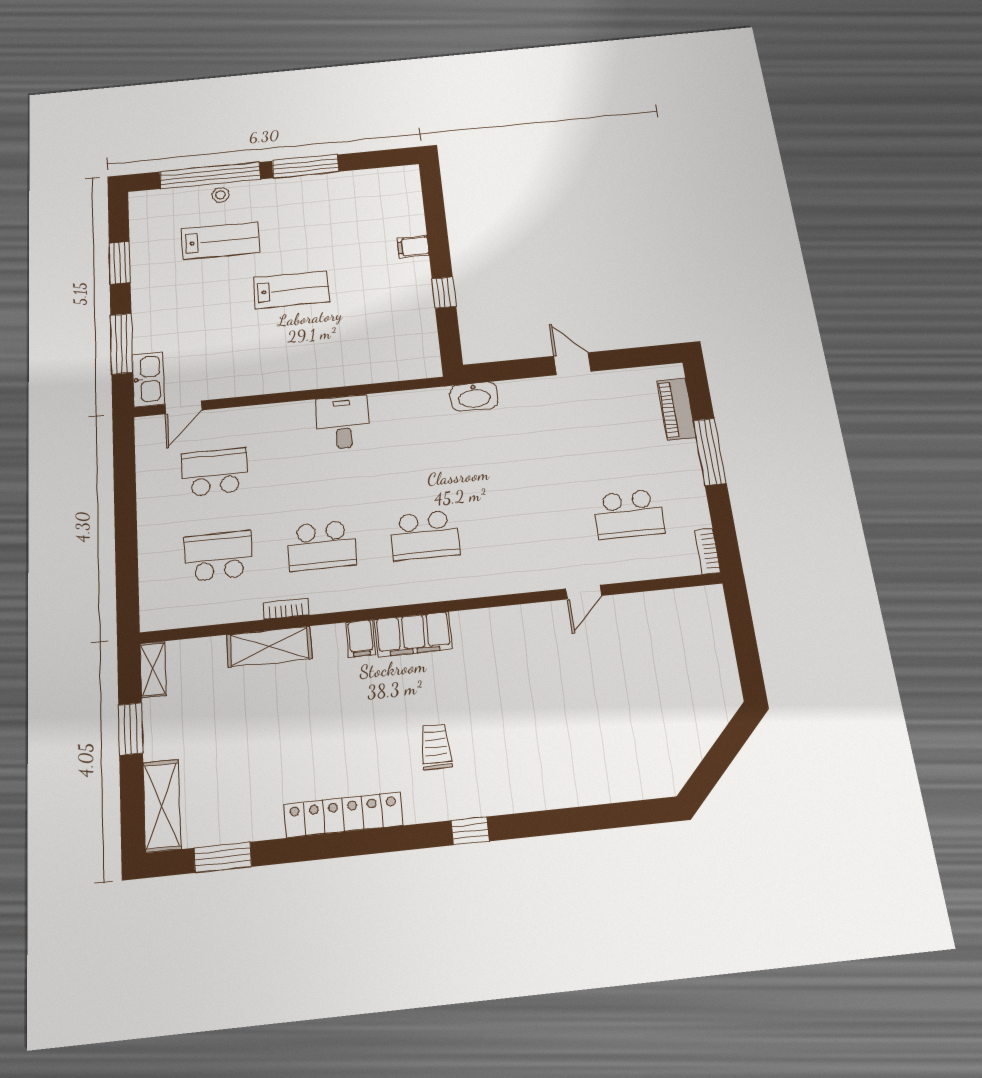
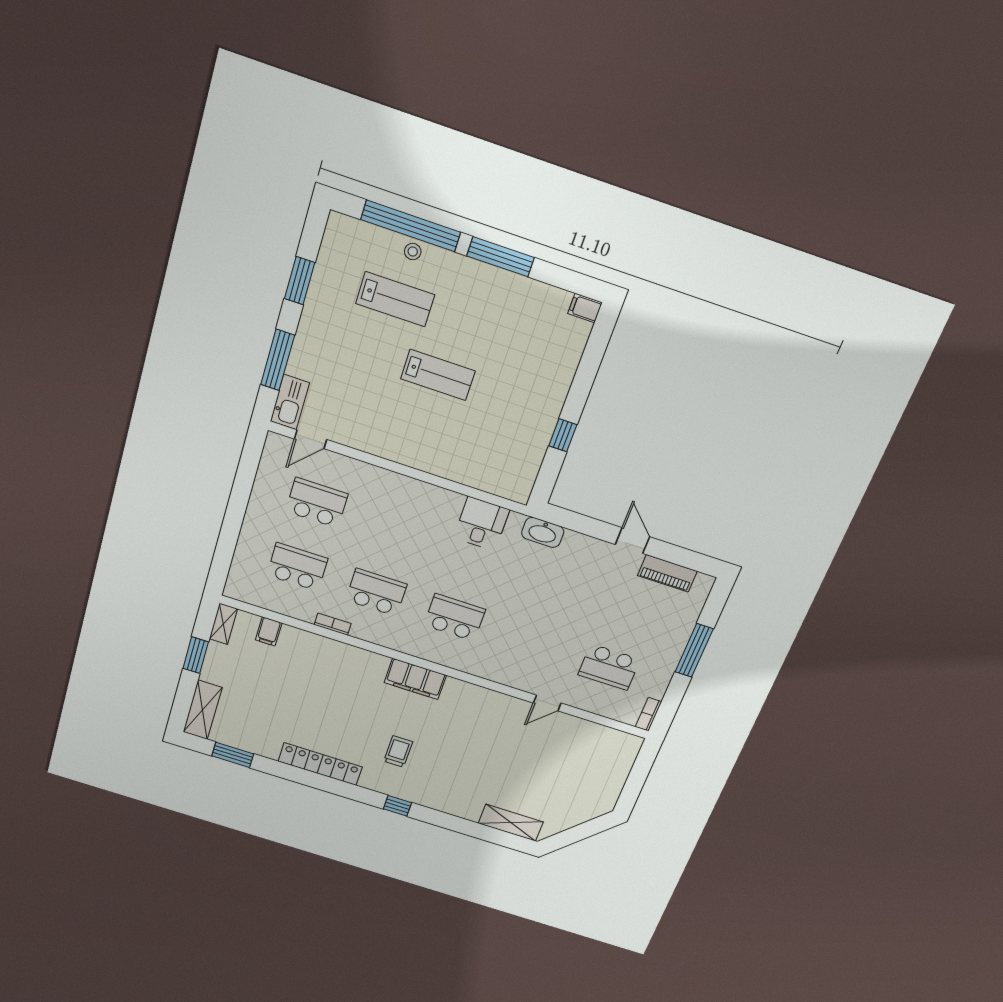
filing cabinet: (413, 247) -> (585, 308), moved
piano: (676, 409) -> (667, 573), moved, turned -90
desk: (343, 422) -> (482, 524), moved
school desk: (424, 535) -> (455, 617), turned 180
school desk: (322, 546) -> (376, 592), turned 180
filing cabinet: (361, 638) -> (269, 631), moved
shelving: (269, 647) -> (511, 823), moved

